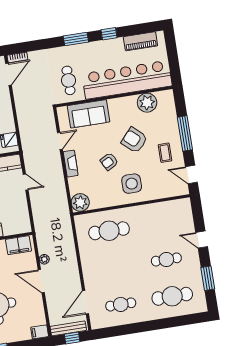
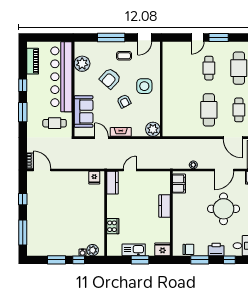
cafe table: (109, 231) -> (209, 110), moved
window: (208, 278) -> (219, 38), moved
door: (41, 281) -> (224, 170), moved

